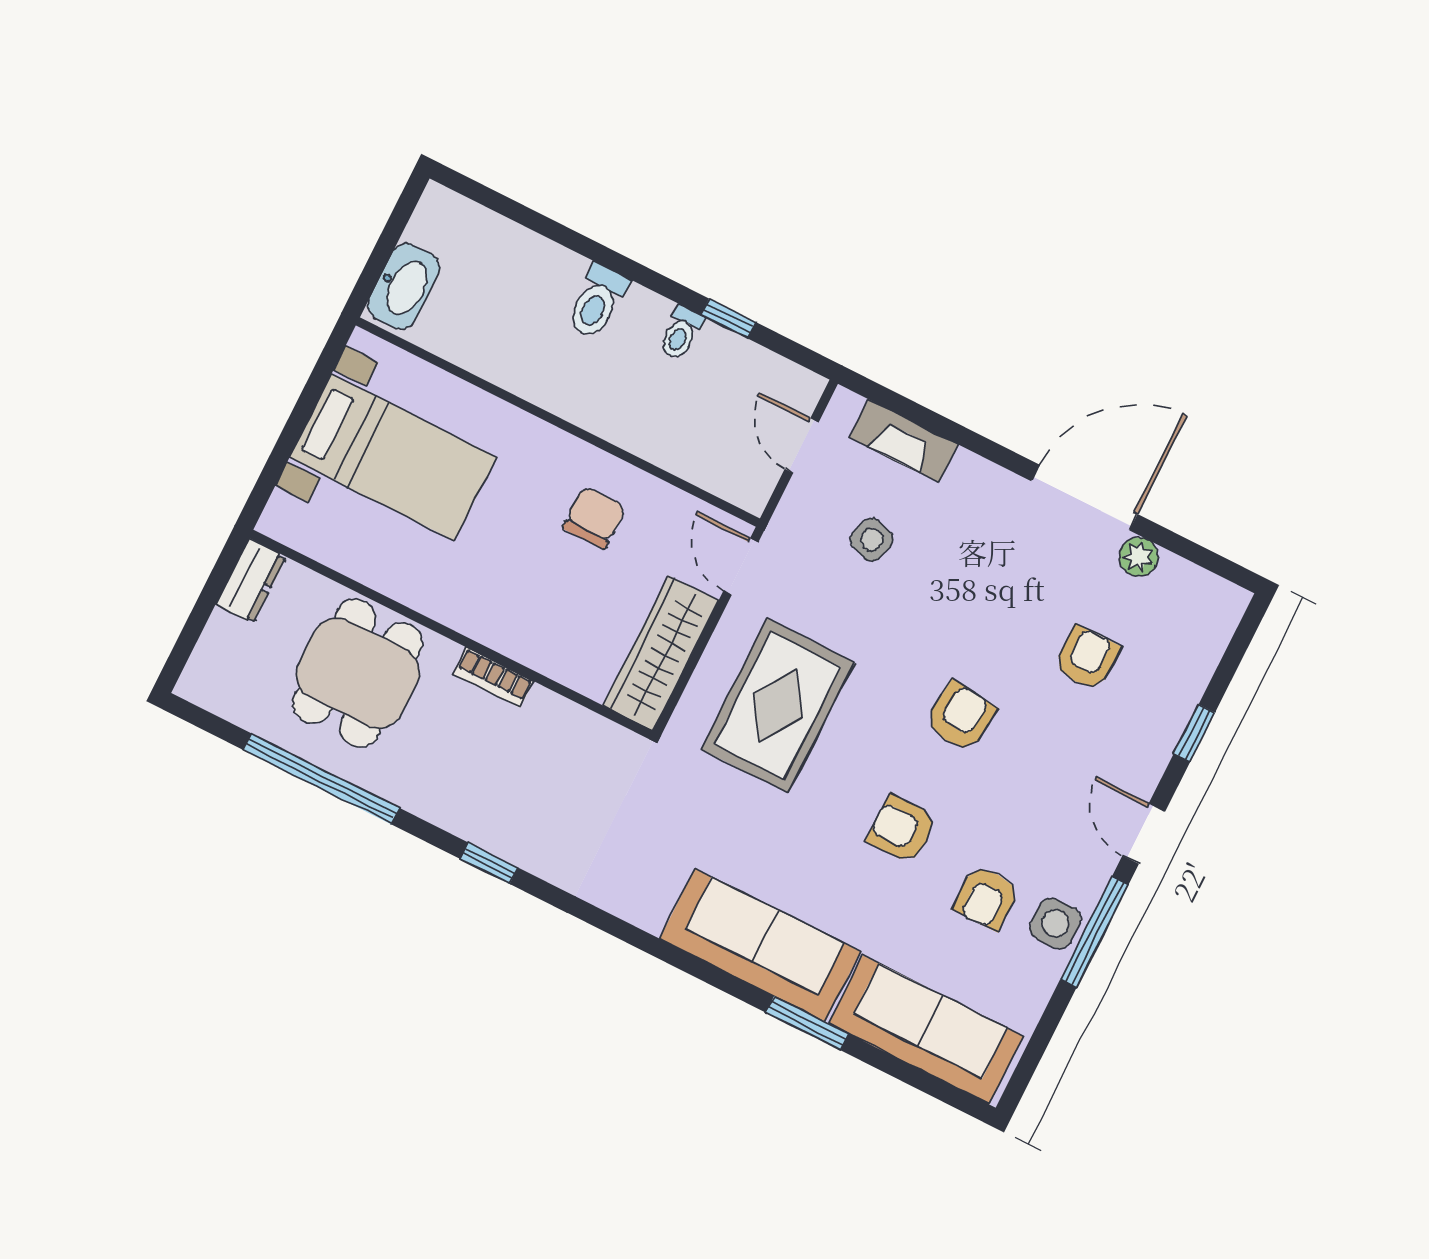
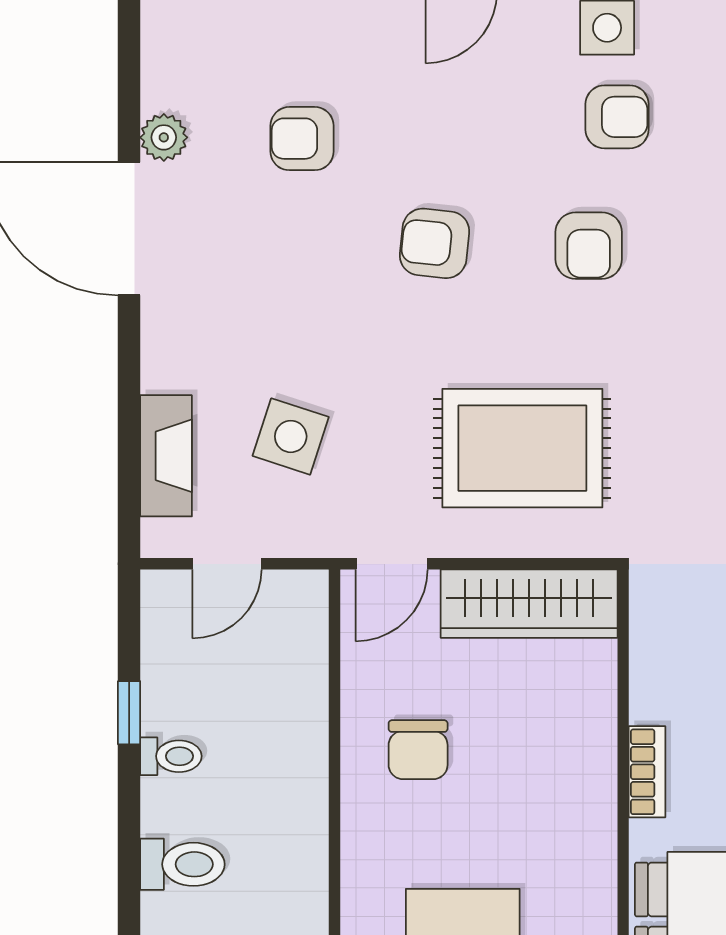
chair: (594, 517) -> (418, 750), turned -90
side table: (872, 540) -> (291, 436), width x1.37, depth x1.37

